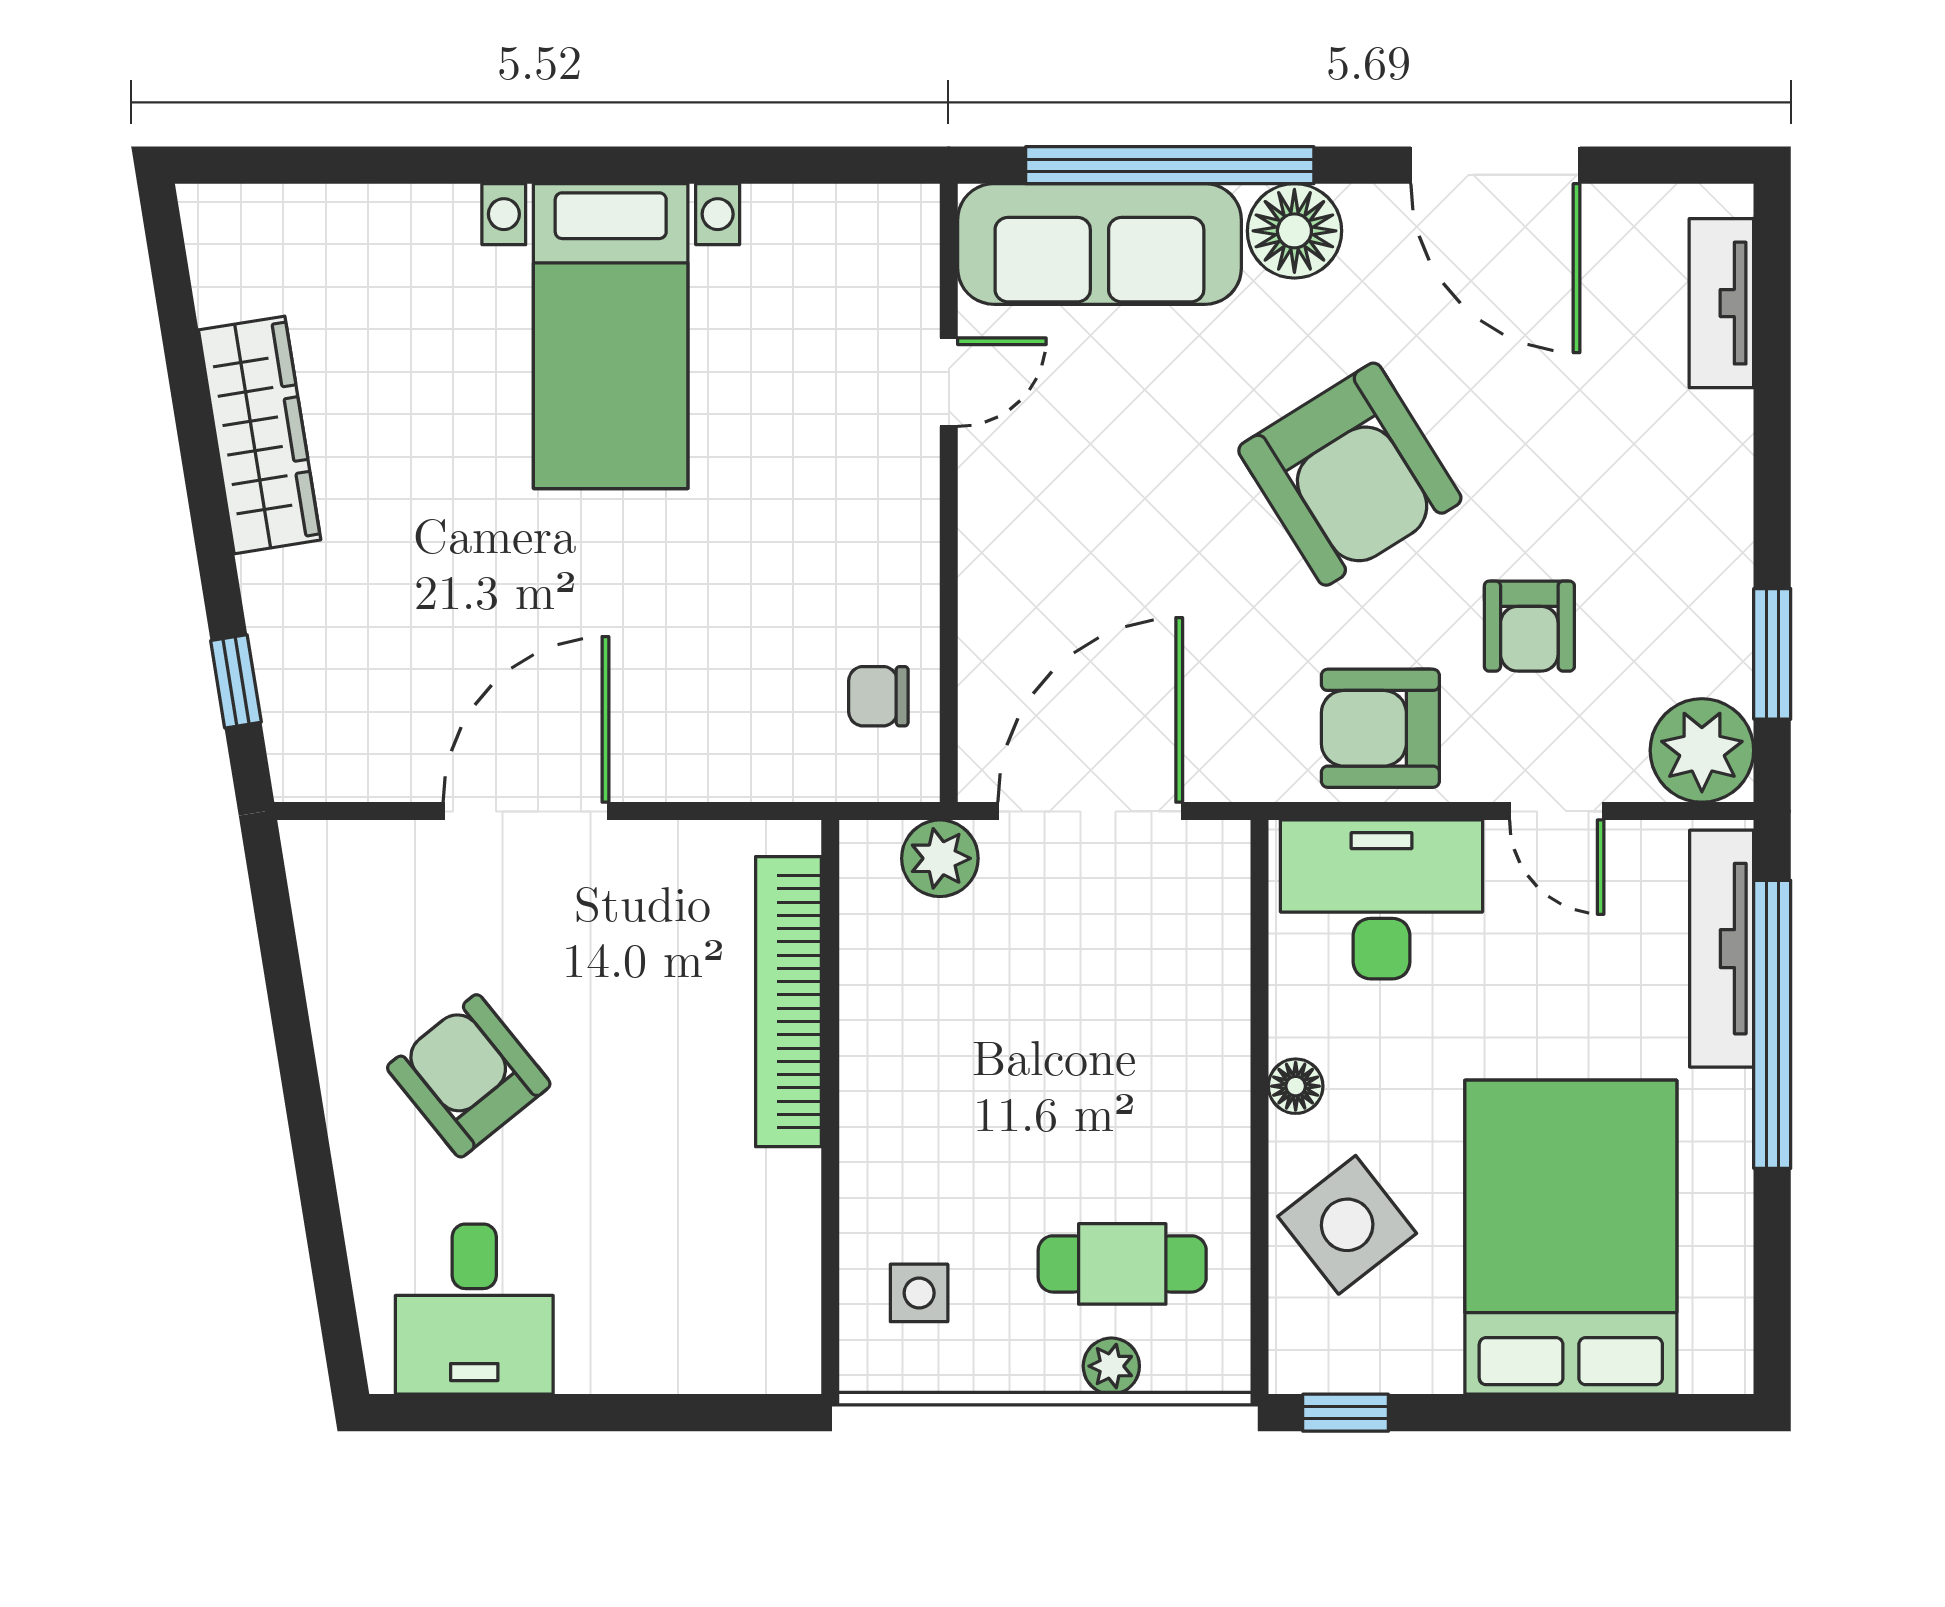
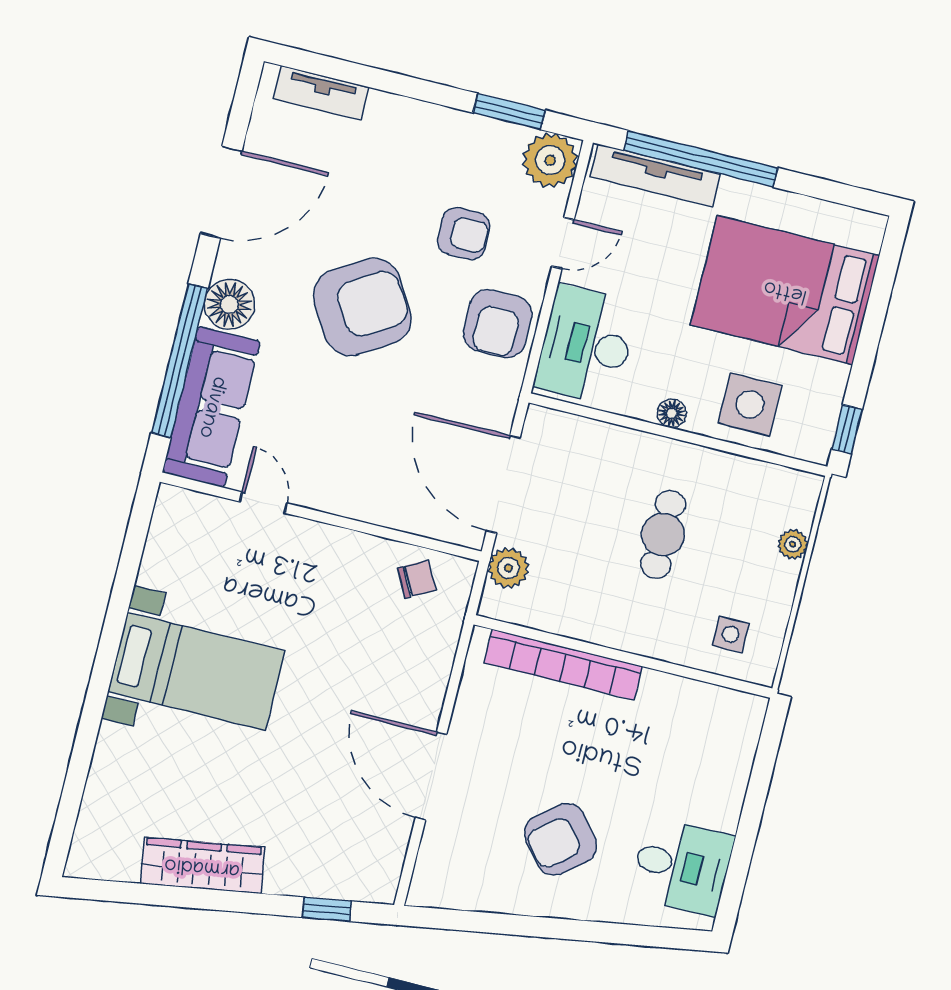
chair: (878, 696) -> (417, 579), turned -118
side table: (1347, 1225) -> (750, 404), turned 38
cafe table: (1122, 1264) -> (663, 534), moved

